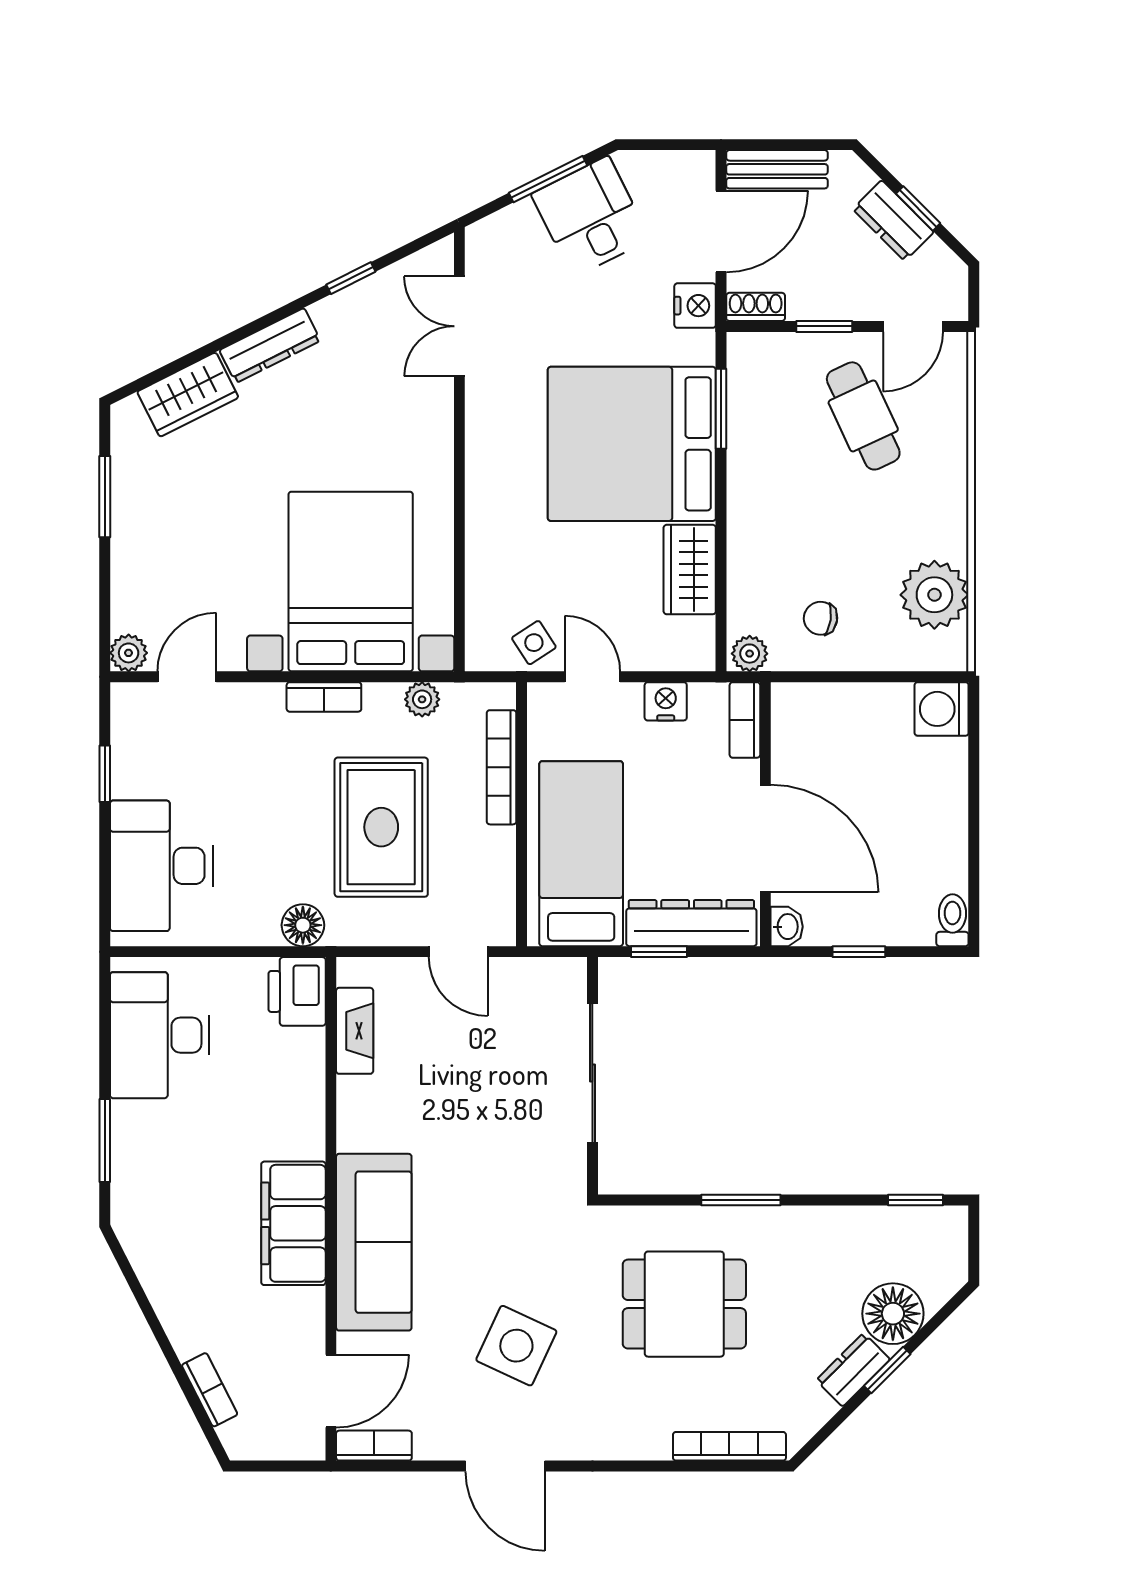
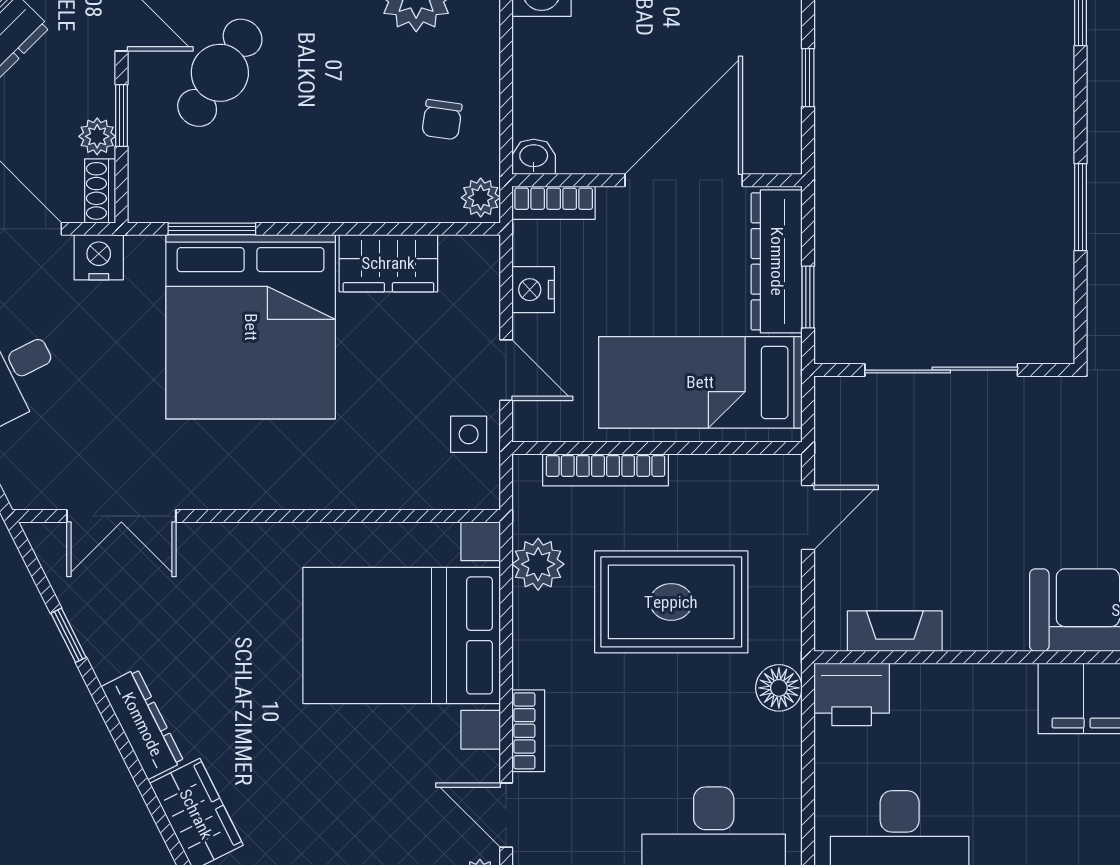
plant: (805, 304) -> (97, 136), added
cafe table: (863, 416) -> (220, 73), turned -32
side table: (534, 643) -> (469, 434), turned 33
door: (592, 677) -> (506, 370), swing flipped
bookcase: (324, 697) -> (528, 731), moved
plant: (422, 699) -> (538, 564), width x1.38, depth x1.38
washbasin: (787, 927) -> (534, 157), moved

